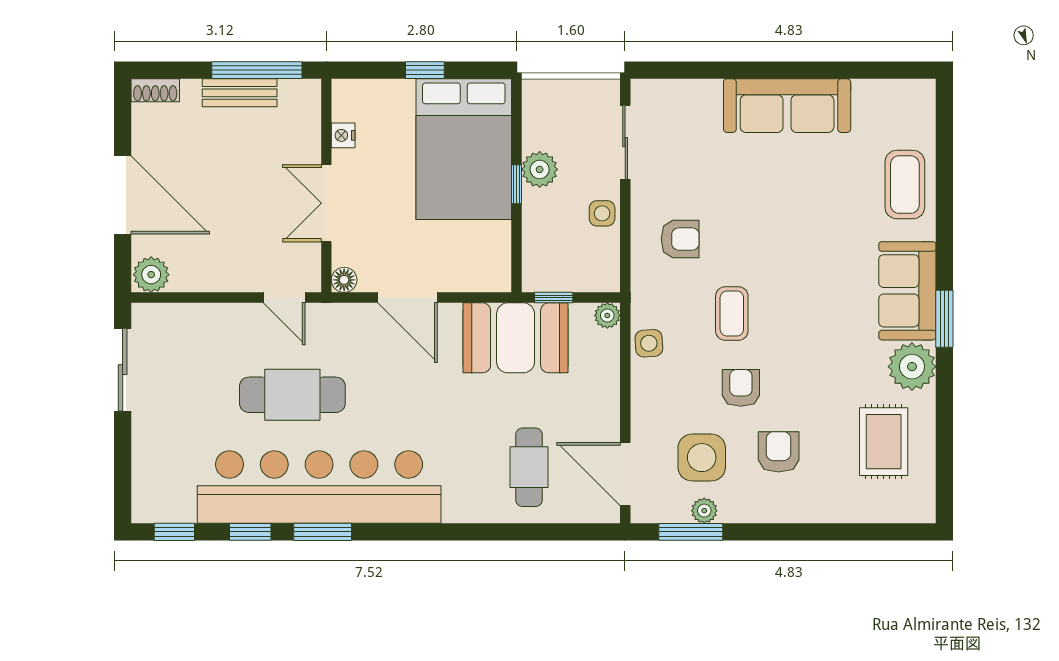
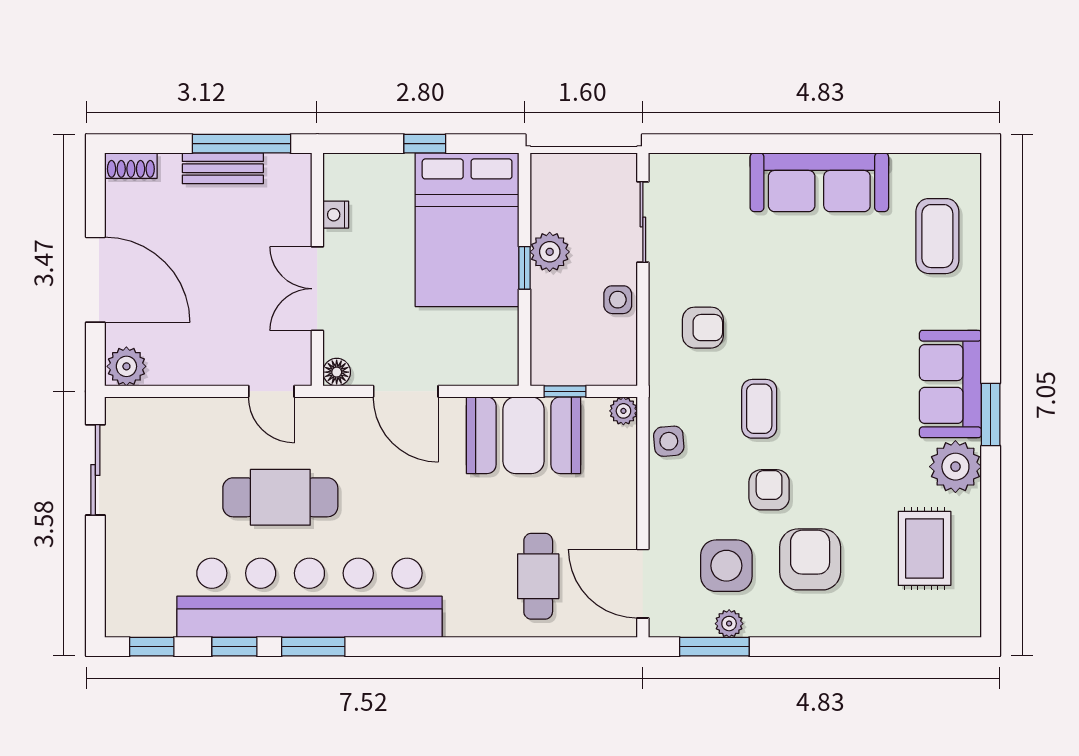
coffee table: (905, 185) -> (937, 236), moved
armchair: (779, 452) -> (810, 559), width x1.38, depth x1.38

